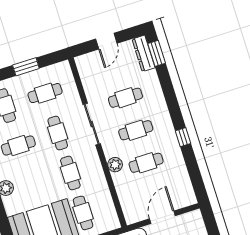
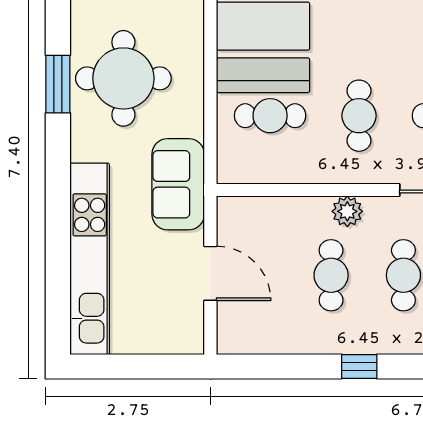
cafe table: (70, 173) -> (359, 116), turned 90

